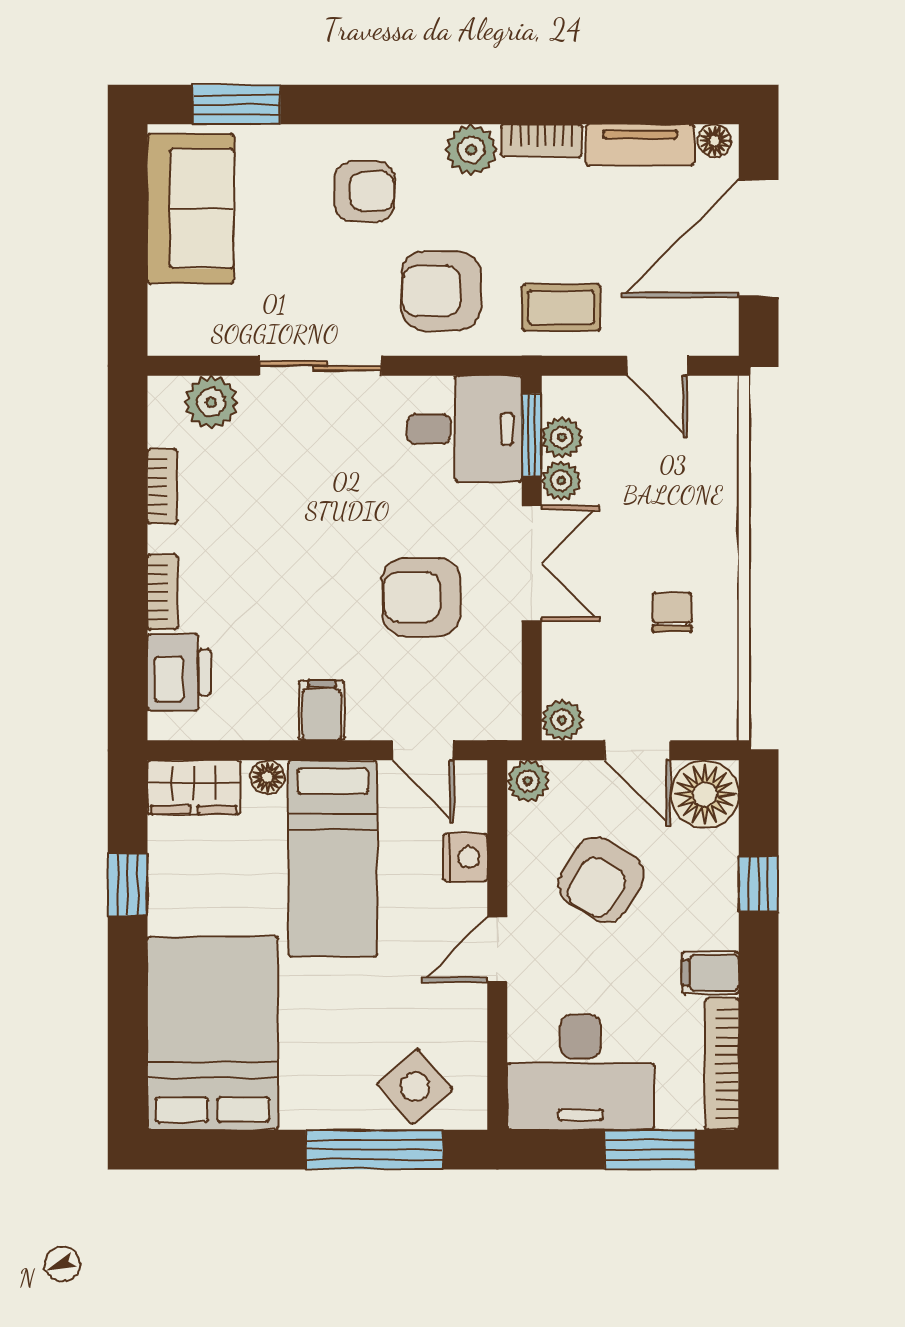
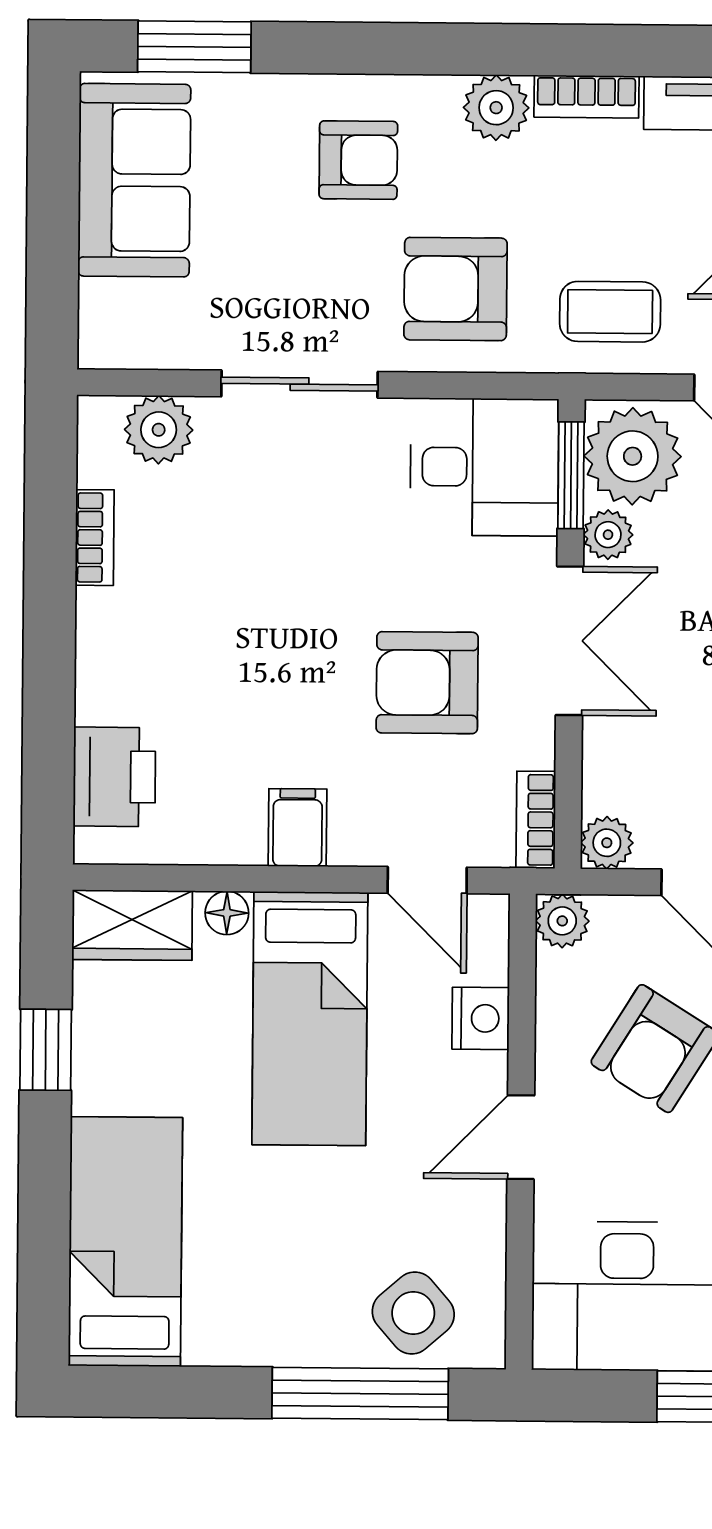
plant: (562, 437) -> (633, 456), width x1.88, depth x1.88
bookcase: (162, 592) -> (536, 820), moved, turned 180
bed: (213, 1033) -> (125, 1242), width x0.67

